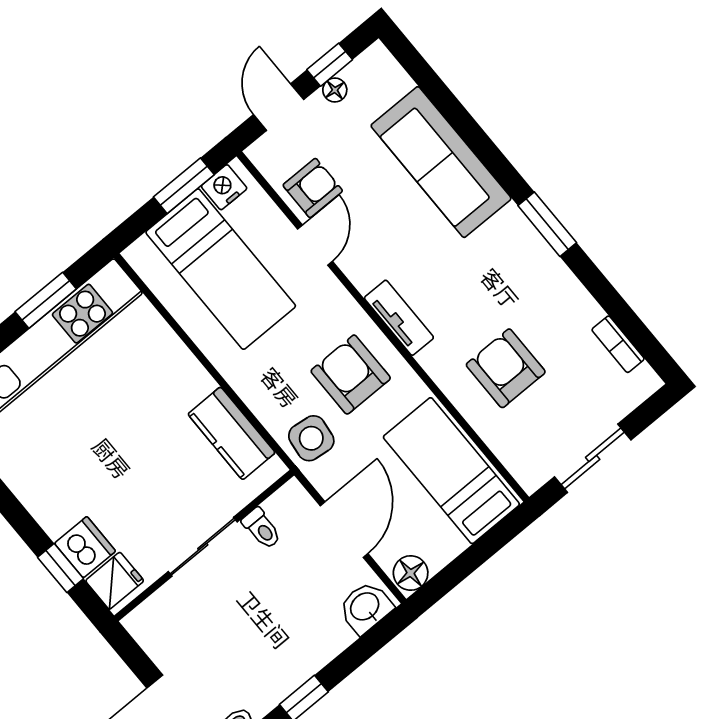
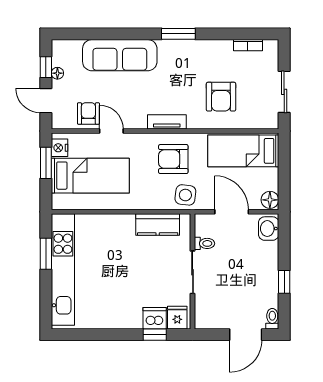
armchair: (506, 368) -> (221, 97), turned -90

